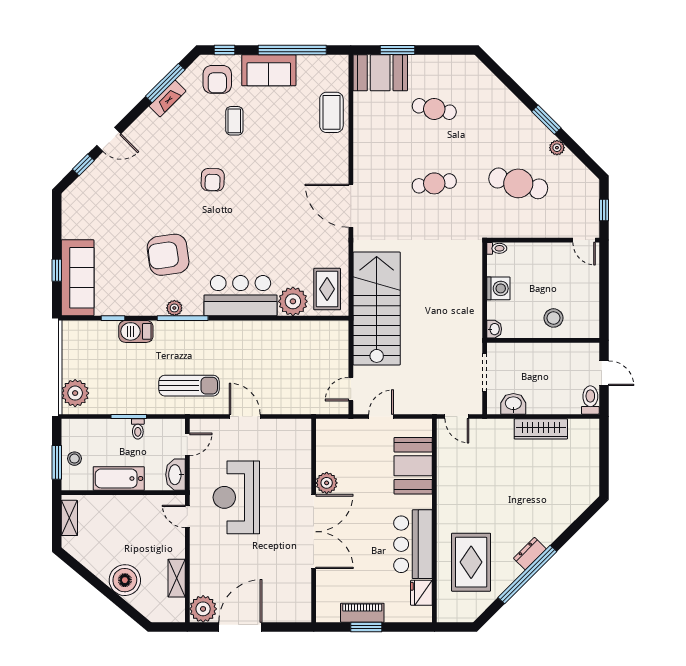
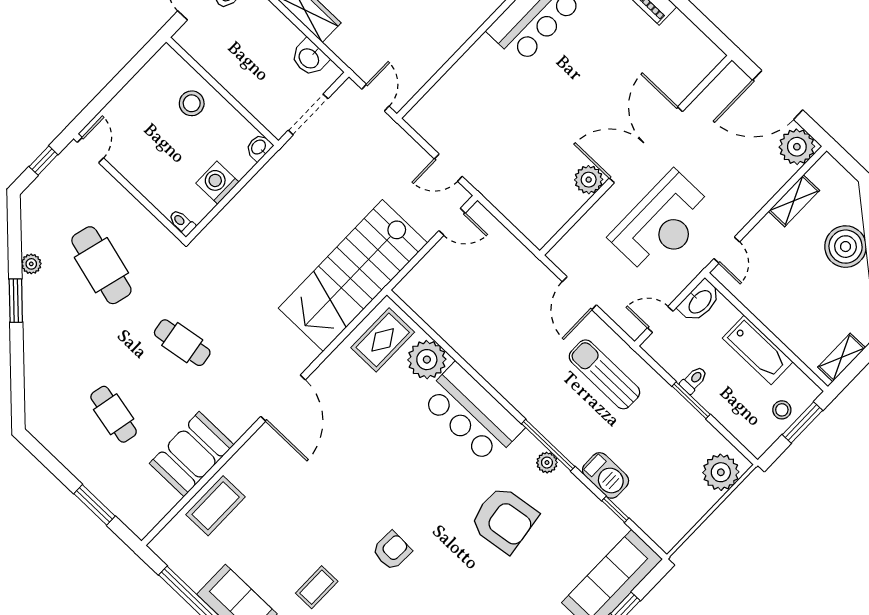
booth: (380, 73) -> (192, 454), moved, turned 90
booth: (413, 466) -> (463, 91), removed
plant: (327, 483) -> (589, 180), moved
wall: (314, 521) -> (636, 155), moved
double door: (314, 532) -> (646, 145), moved

